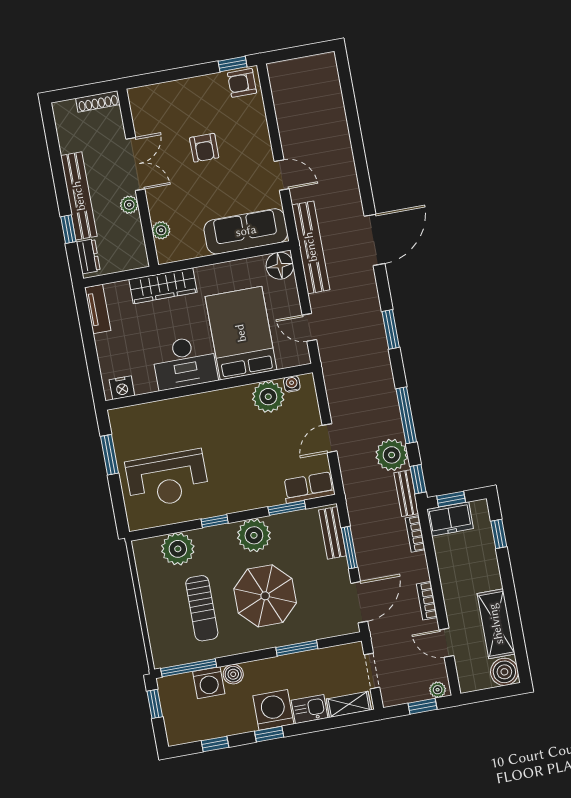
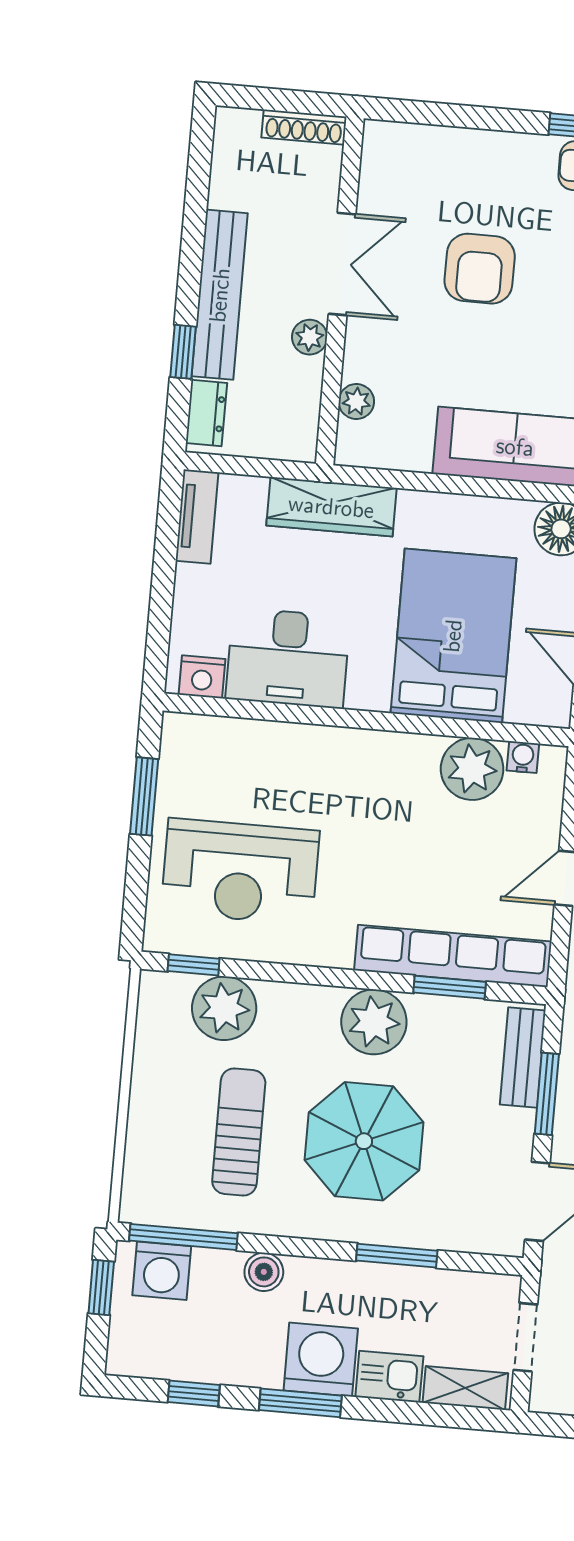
armchair: (204, 148) -> (480, 269), width x1.38, depth x1.38
desk: (185, 363) -> (288, 658), moved
row of seats: (309, 487) -> (453, 956), width x2.02
window: (215, 521) -> (194, 965), moved
sun lounger: (202, 608) -> (239, 1132), turned 180
washing machine: (209, 683) -> (162, 1271), moved
window: (269, 734) -> (300, 1403), width x1.50

